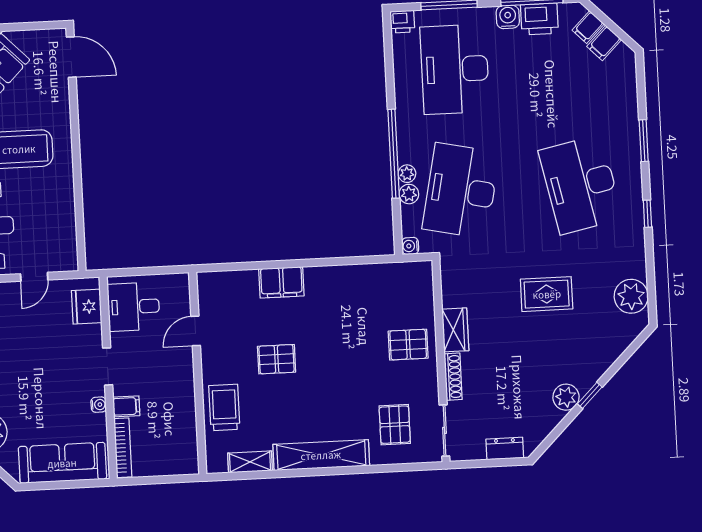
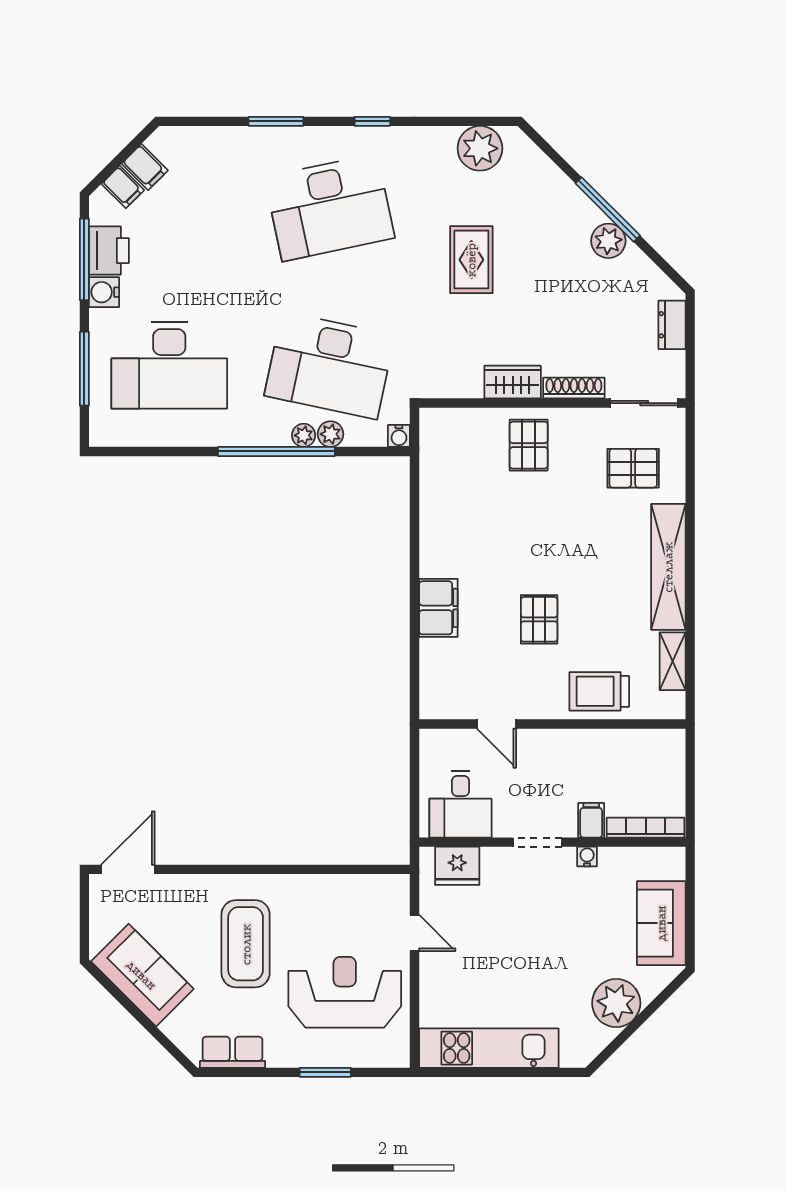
printer: (402, 22) -> (103, 431), removed
window: (590, 395) -> (608, 209), width x2.17
sofa: (62, 463) -> (661, 923), width x0.73

